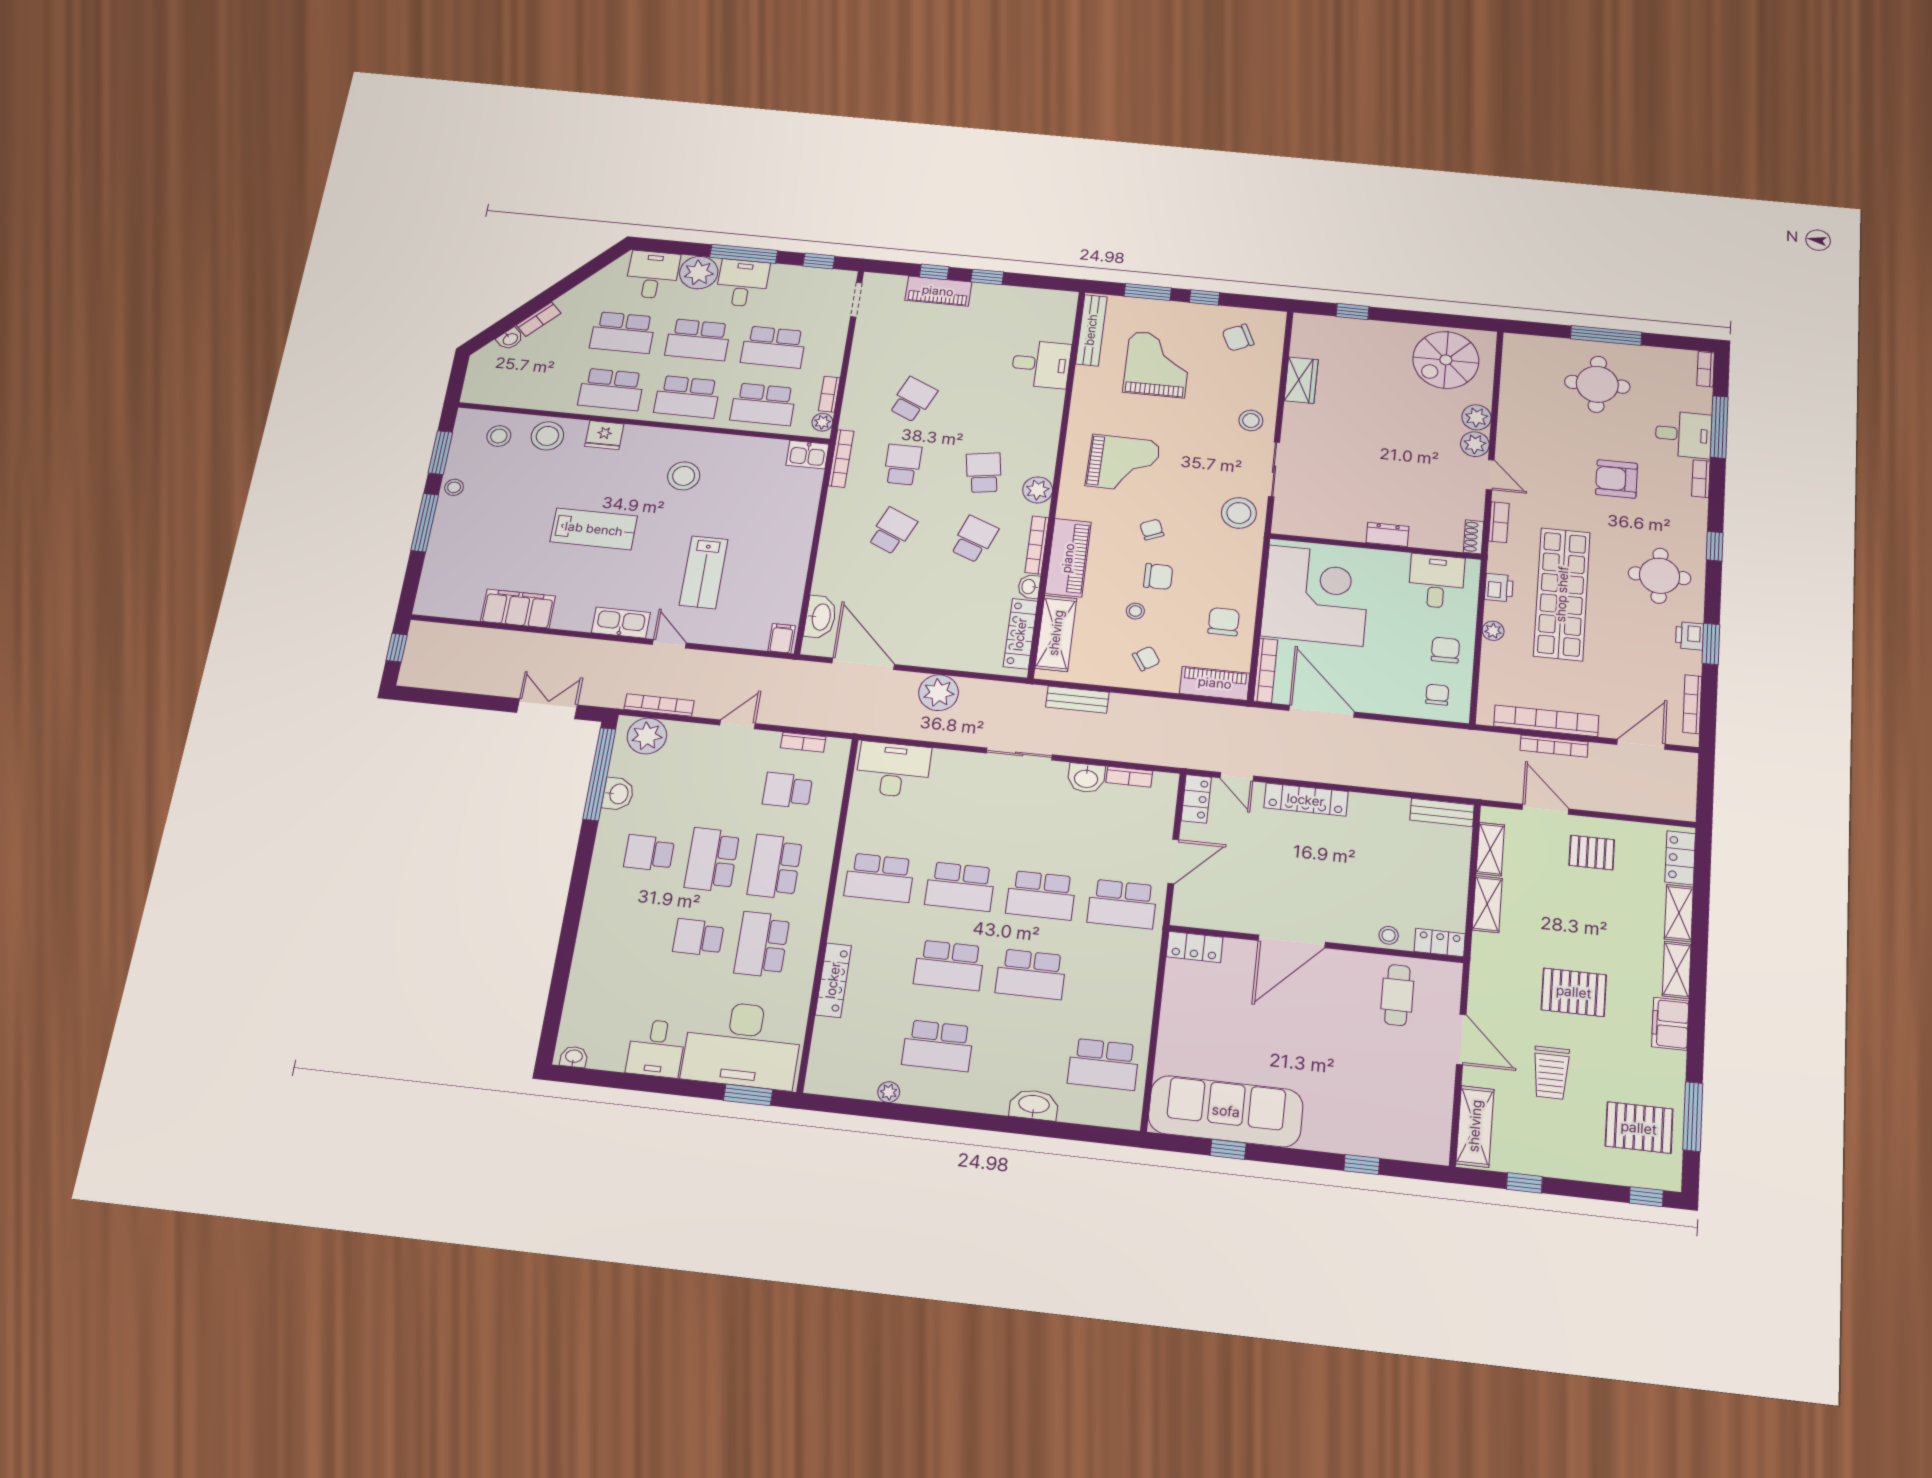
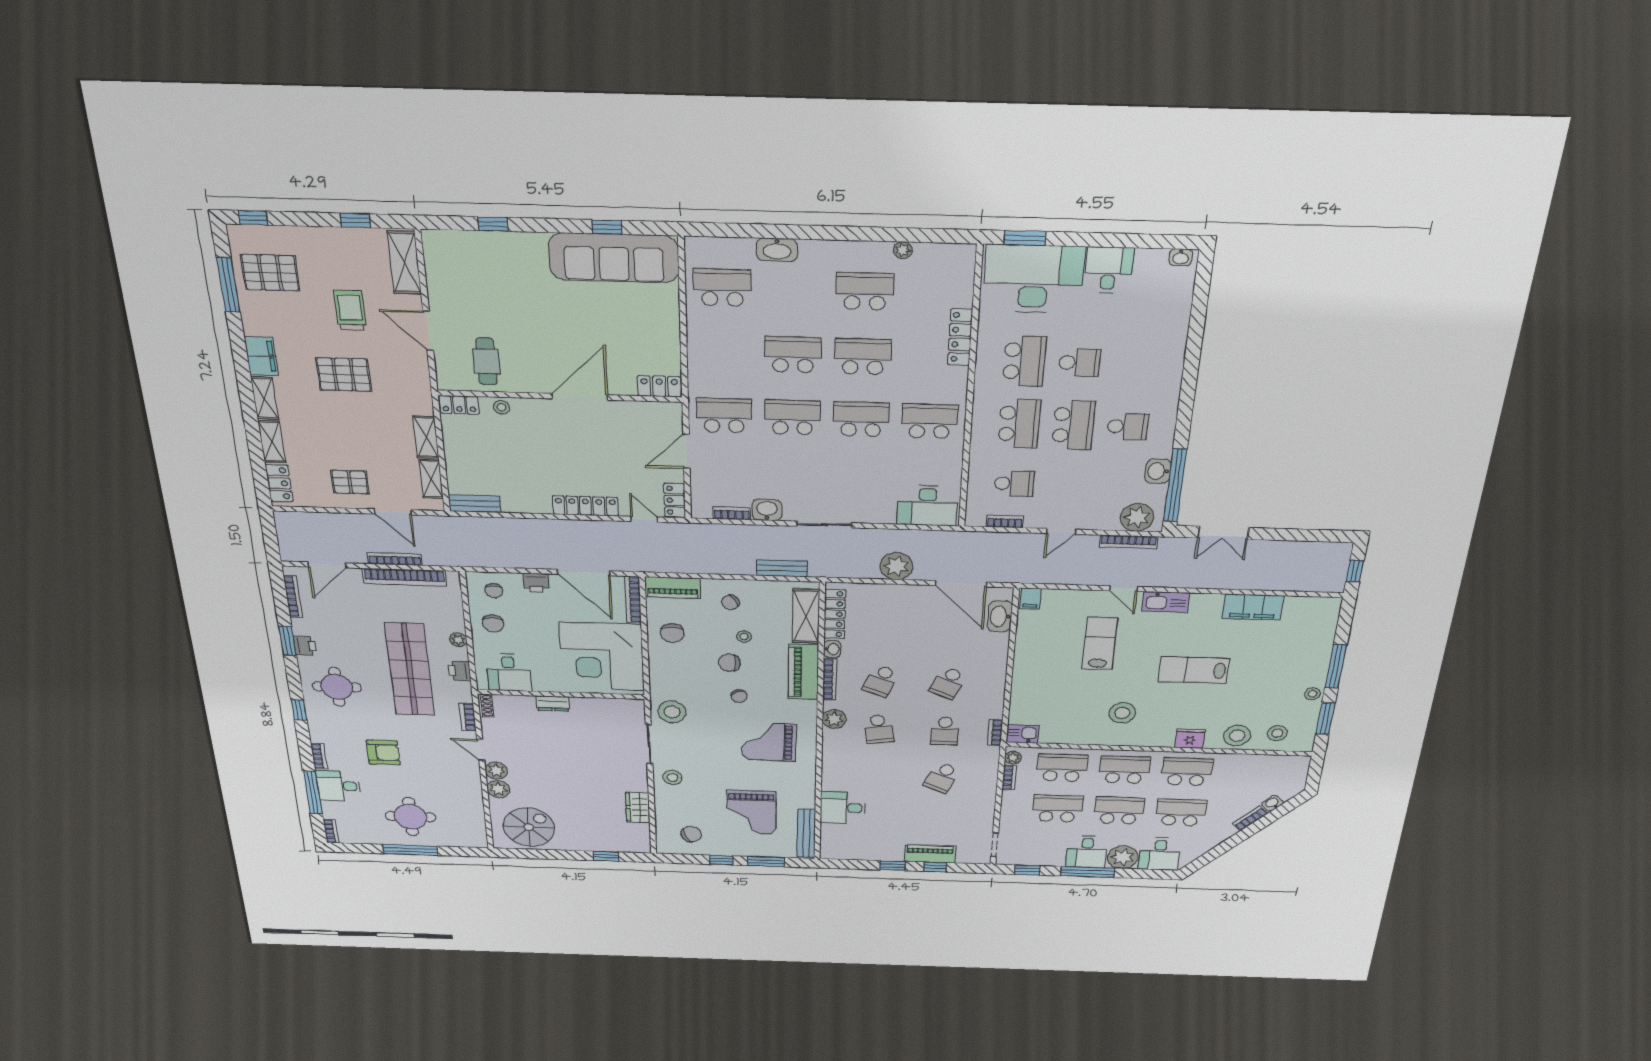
bookcase: (841, 459) -> (995, 733), width x0.64
printer: (1383, 702) -> (536, 583), added

